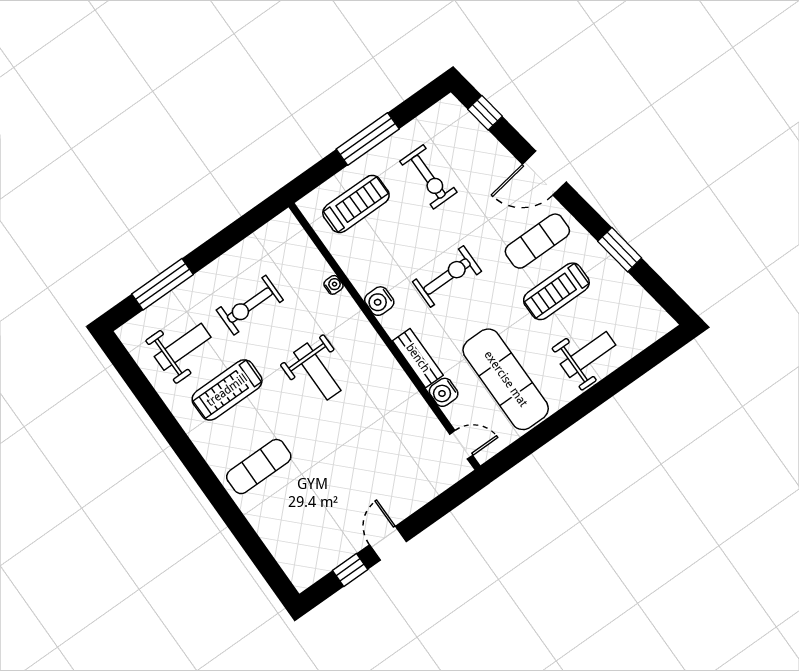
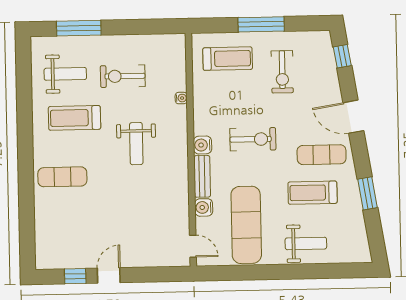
water cooler: (379, 301) -> (203, 145), moved

